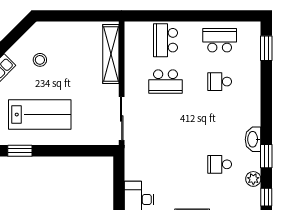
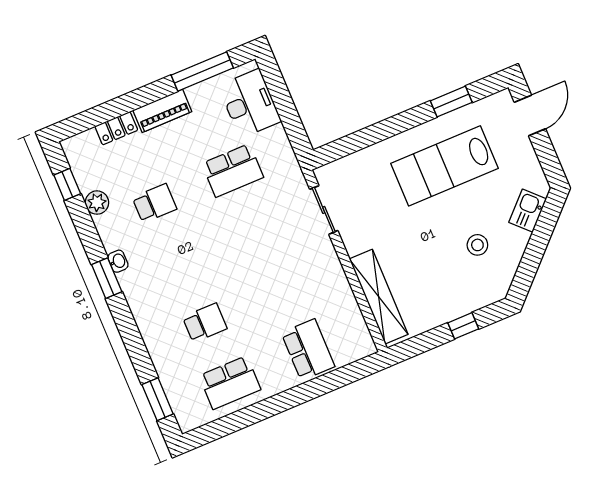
window: (68, 16) -> (463, 326), added
school desk: (165, 82) -> (233, 170), moved, turned 180
sliding door: (122, 119) -> (324, 210), width x0.73
washbasin: (253, 139) -> (118, 261), width x0.52, depth x0.69
window: (266, 156) -> (107, 278), moved

